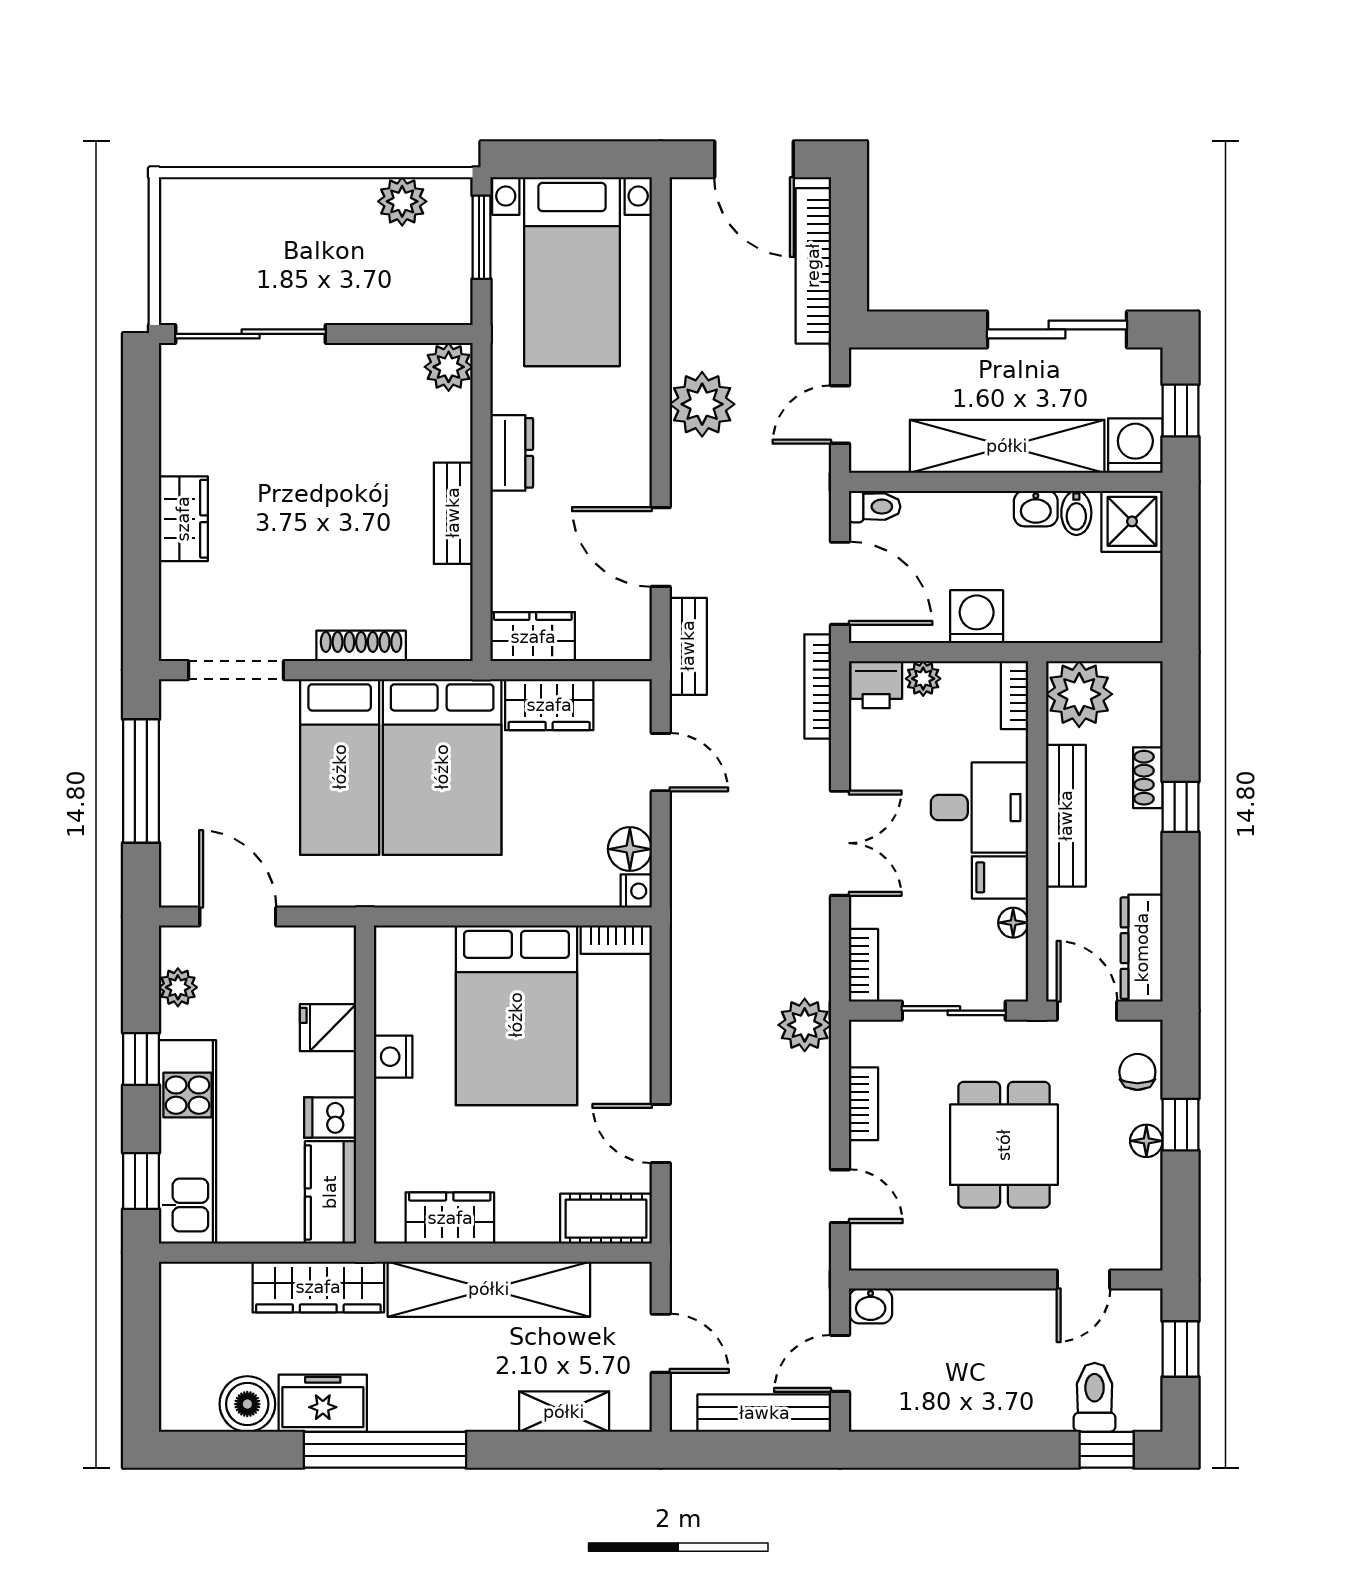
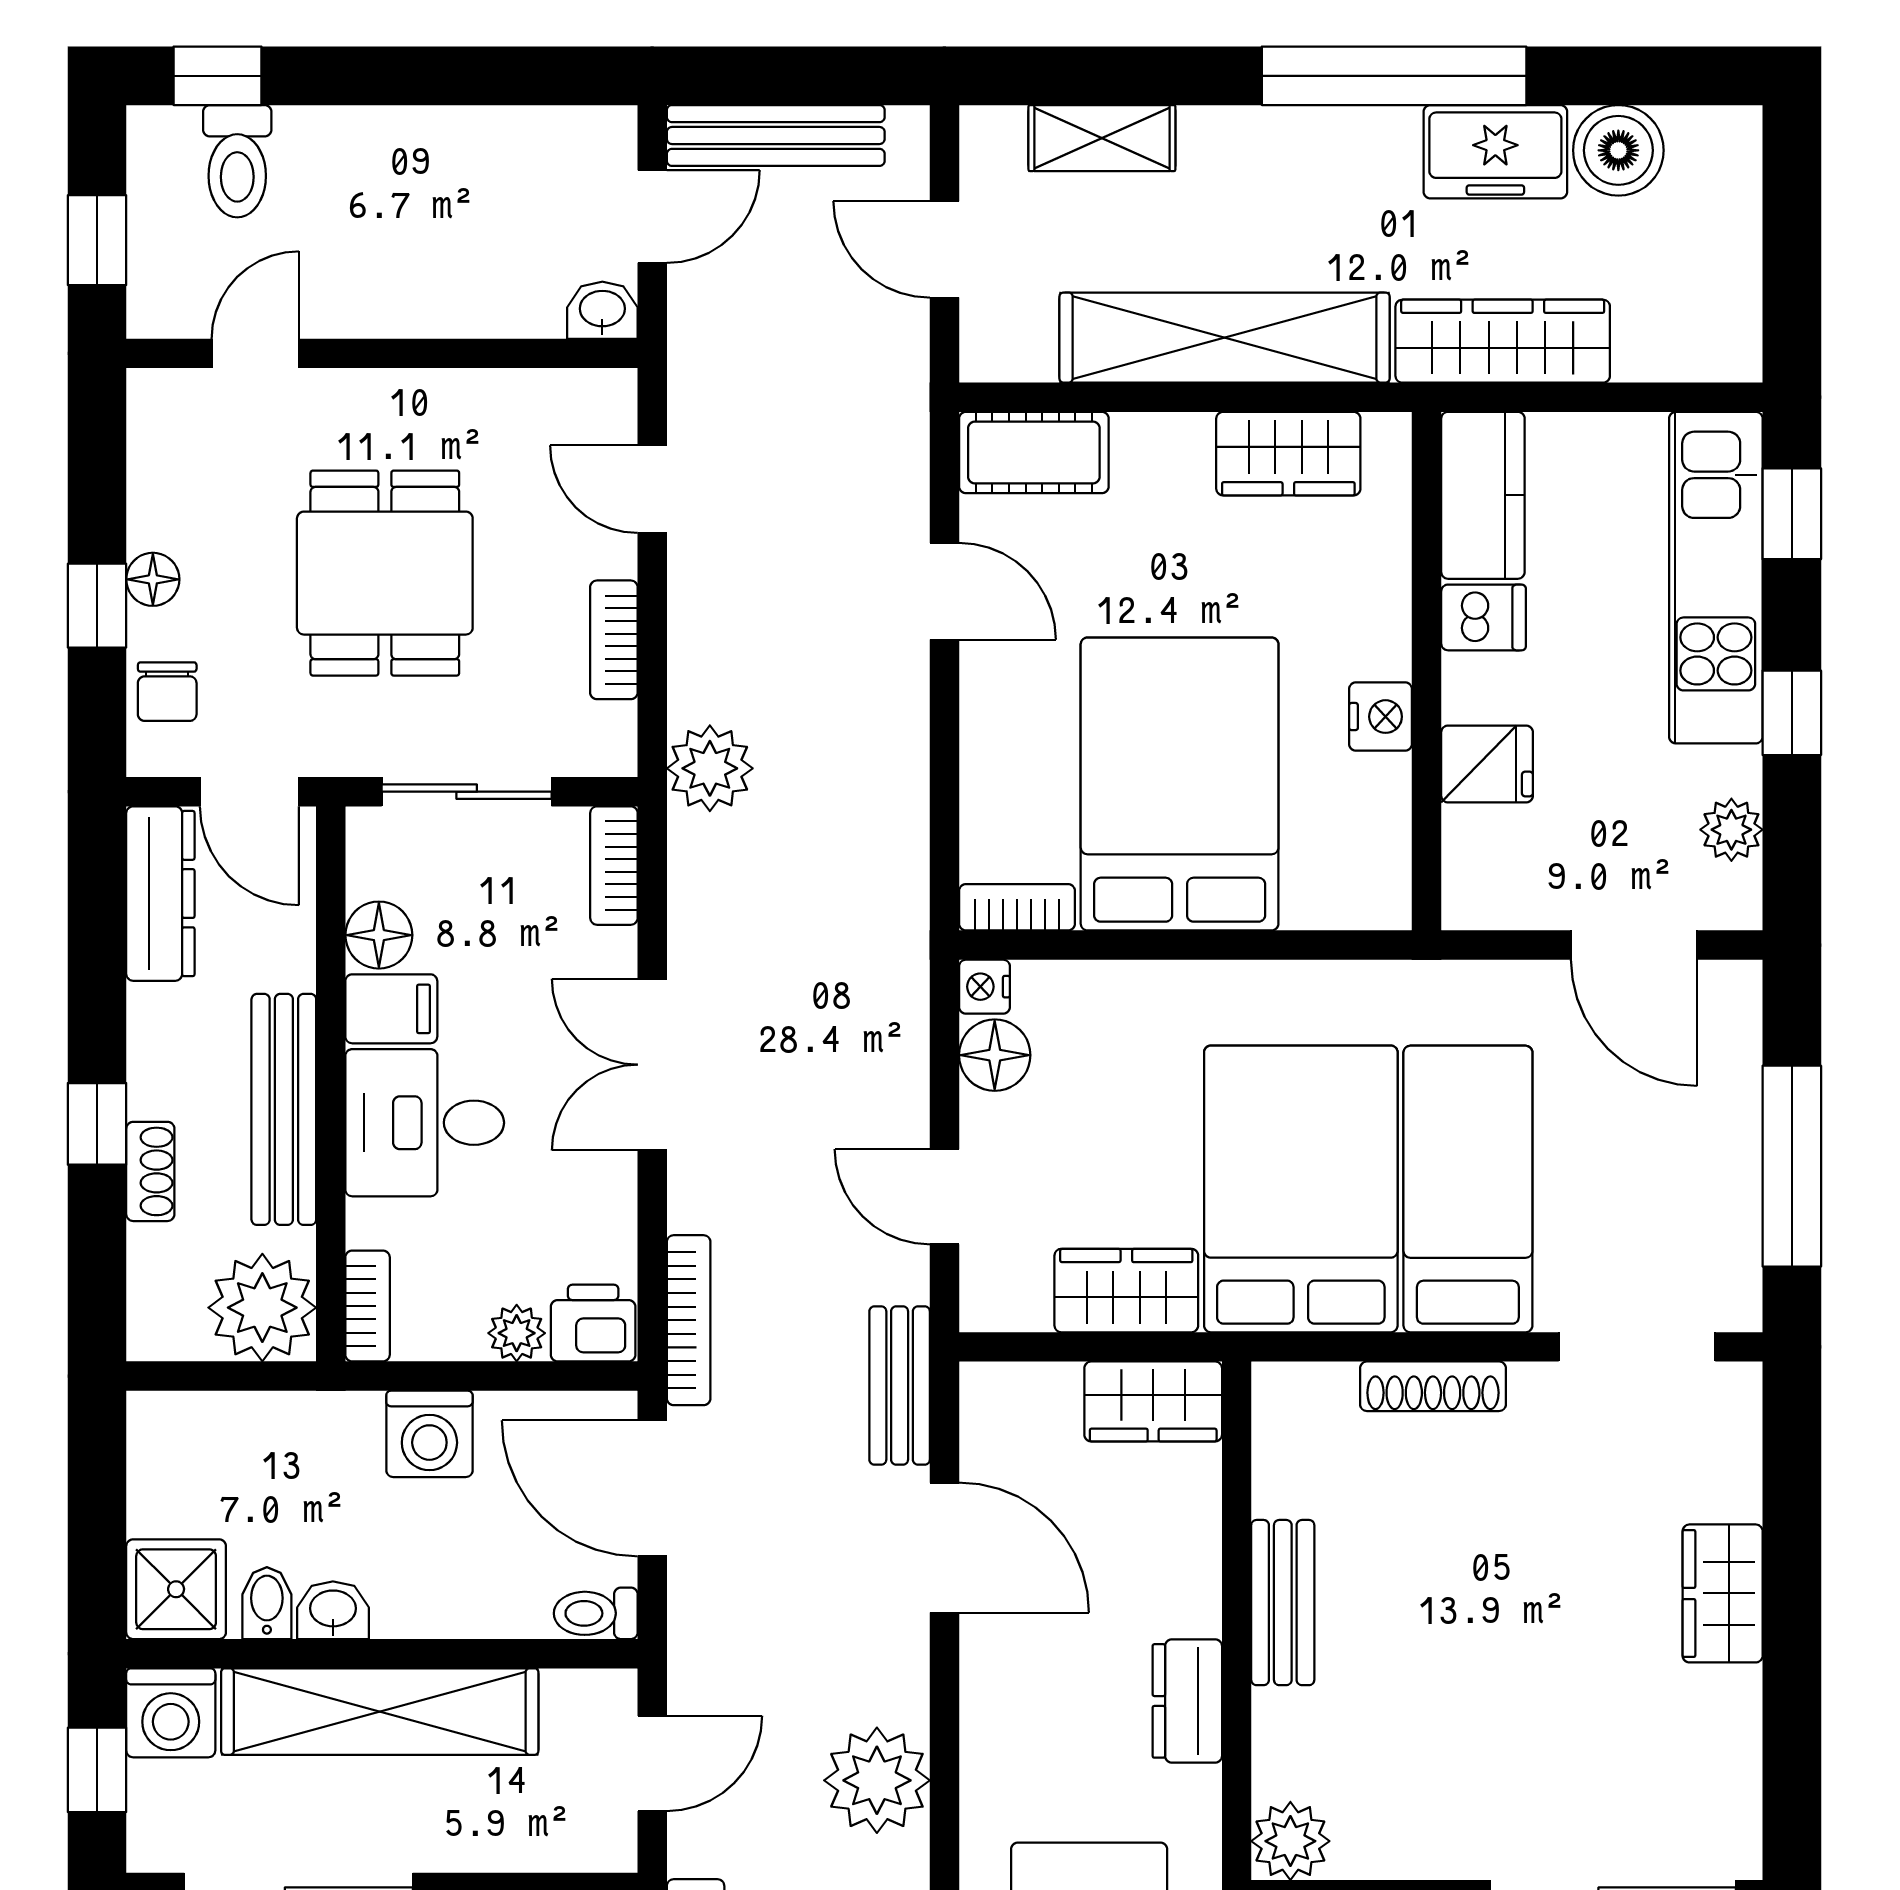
floor lamp: (1013, 923) -> (379, 935), width x1.37, depth x1.37

